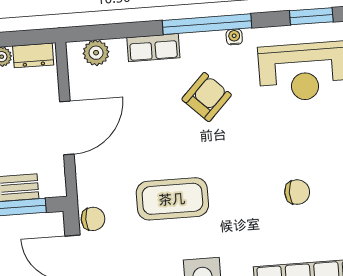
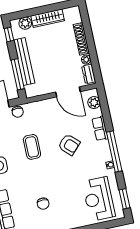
armchair: (207, 97) -> (69, 145), moved
door: (67, 128) -> (68, 92), moved
coffee table: (172, 199) -> (32, 147), width x0.73, depth x0.76

